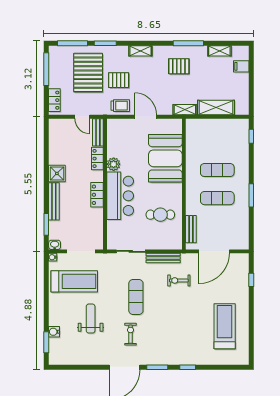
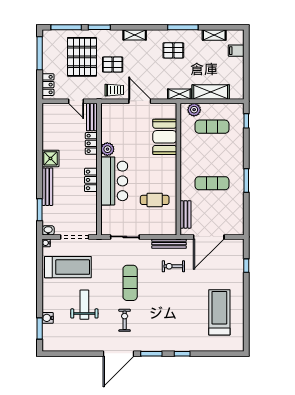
plant: (199, 125) -> (194, 110), added
booth: (165, 158) -> (165, 137), width x0.73, depth x0.70
exercise mat: (217, 170) -> (212, 127), moved
bench: (163, 258) -> (169, 244), moved

